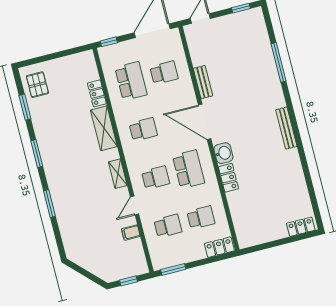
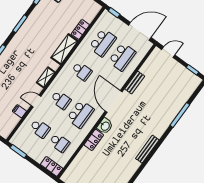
school desk: (164, 73) -> (122, 57), width x1.85

